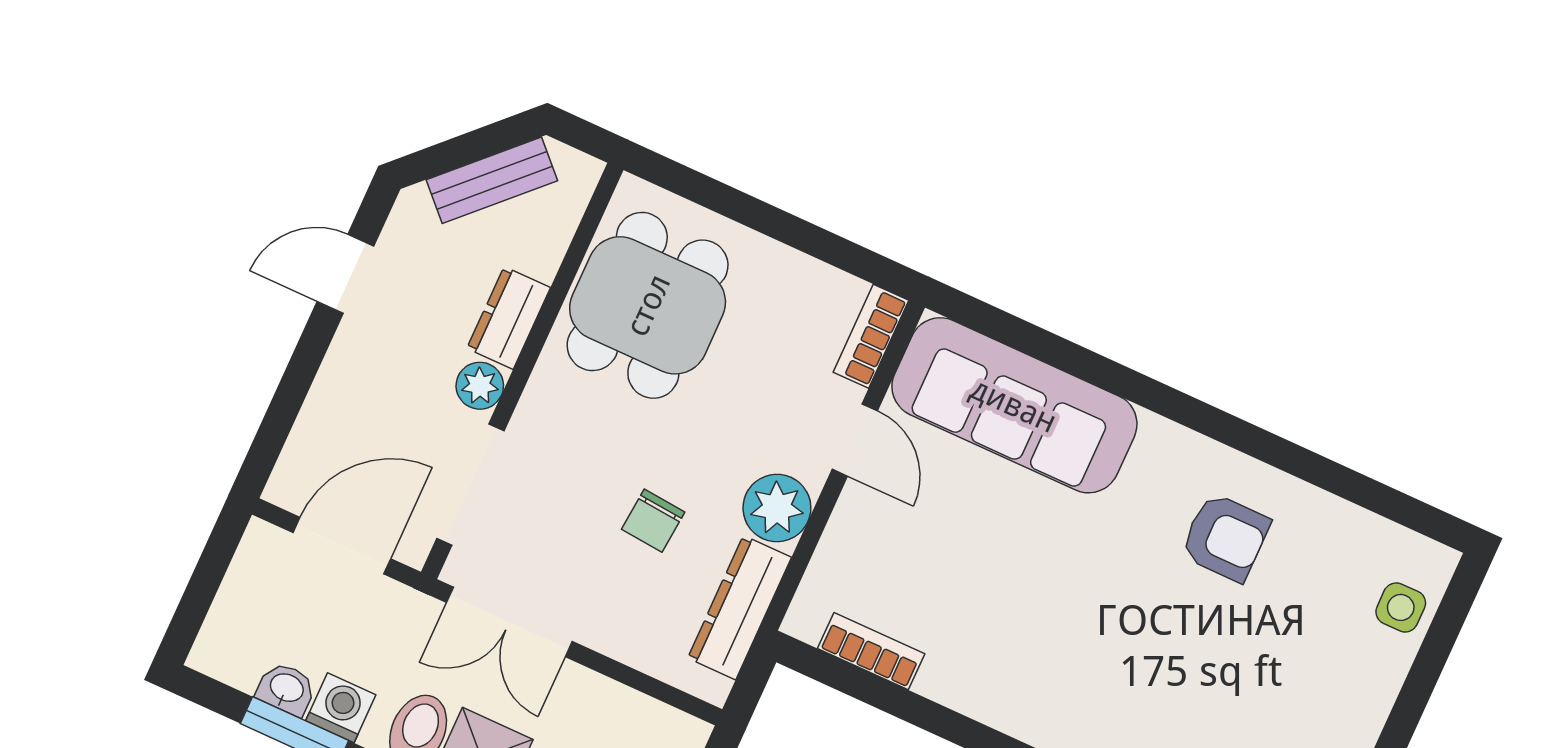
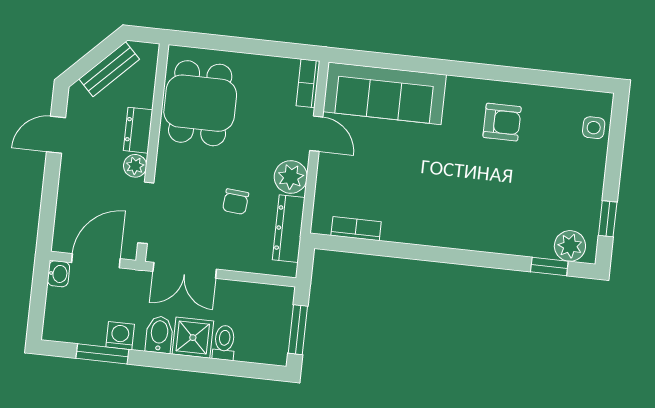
washbasin: (286, 689) -> (59, 274), moved, turned 90

